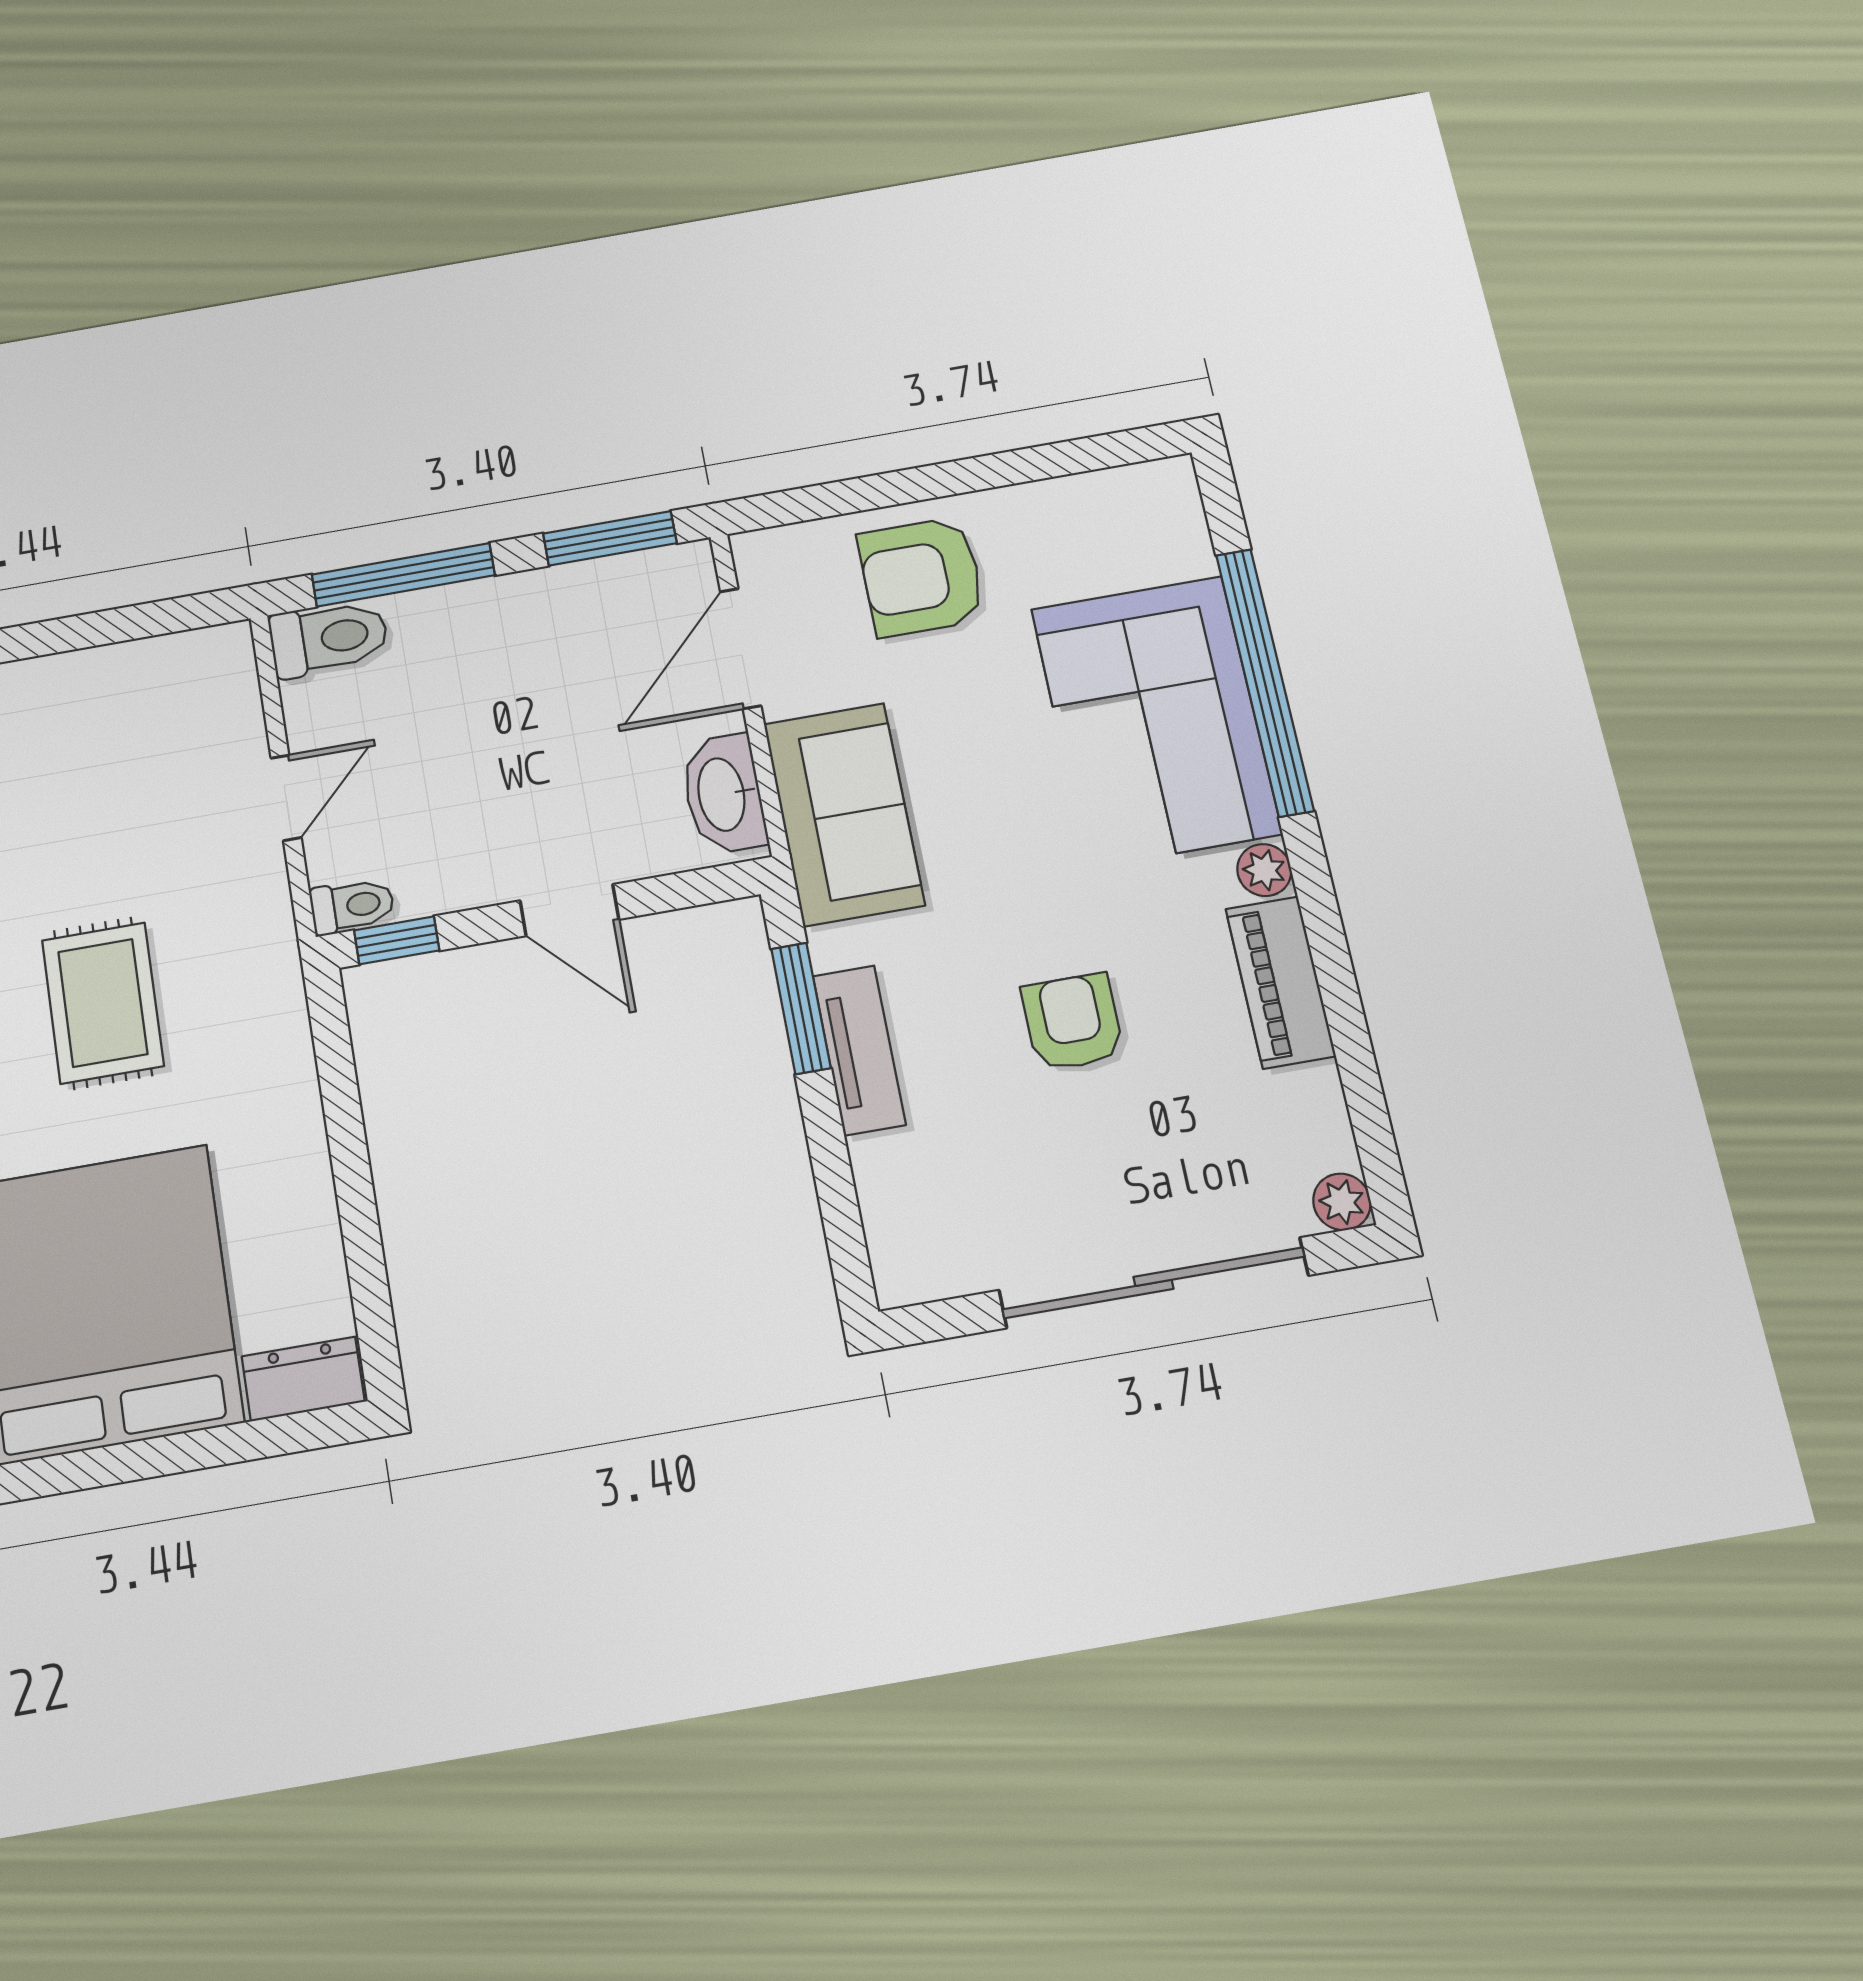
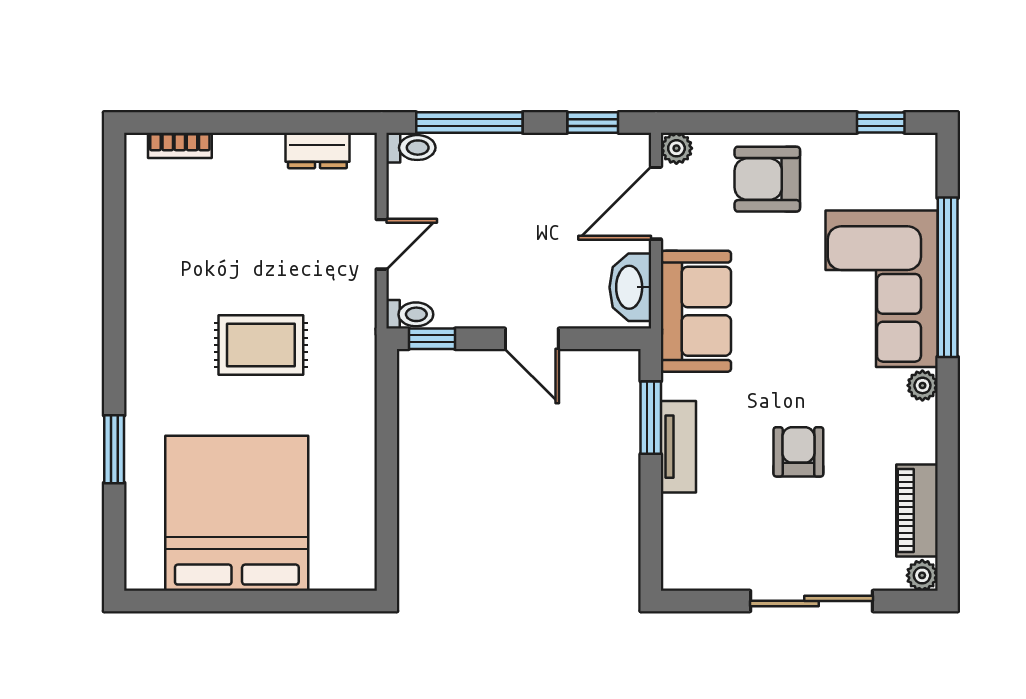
window: (1093, 453) -> (881, 123), added
window: (610, 538) -> (593, 123), width x0.67
plant: (758, 555) -> (676, 148), added
toilet: (329, 638) -> (411, 148), width x0.73, depth x0.72
piano: (1281, 982) -> (917, 510), moved
rug: (103, 1003) -> (261, 345), turned 90
sliding door: (1153, 1283) -> (812, 601), width x0.73
dresser: (303, 1379) -> (317, 150), moved, turned 180

